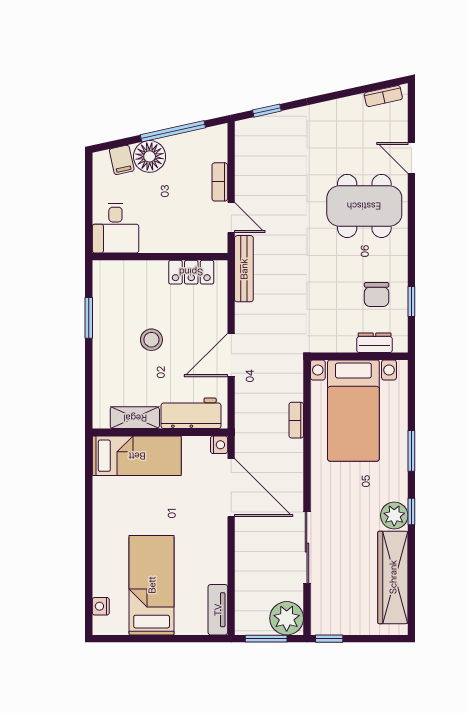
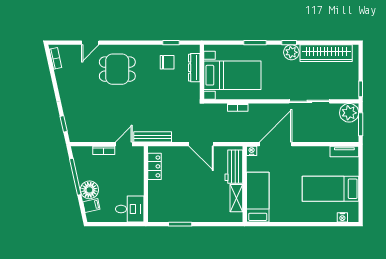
dining table: (364, 206) -> (117, 69), width x0.73
stool: (151, 340) -> (192, 189), removed
dresser: (375, 343) -> (194, 68), width x1.44

